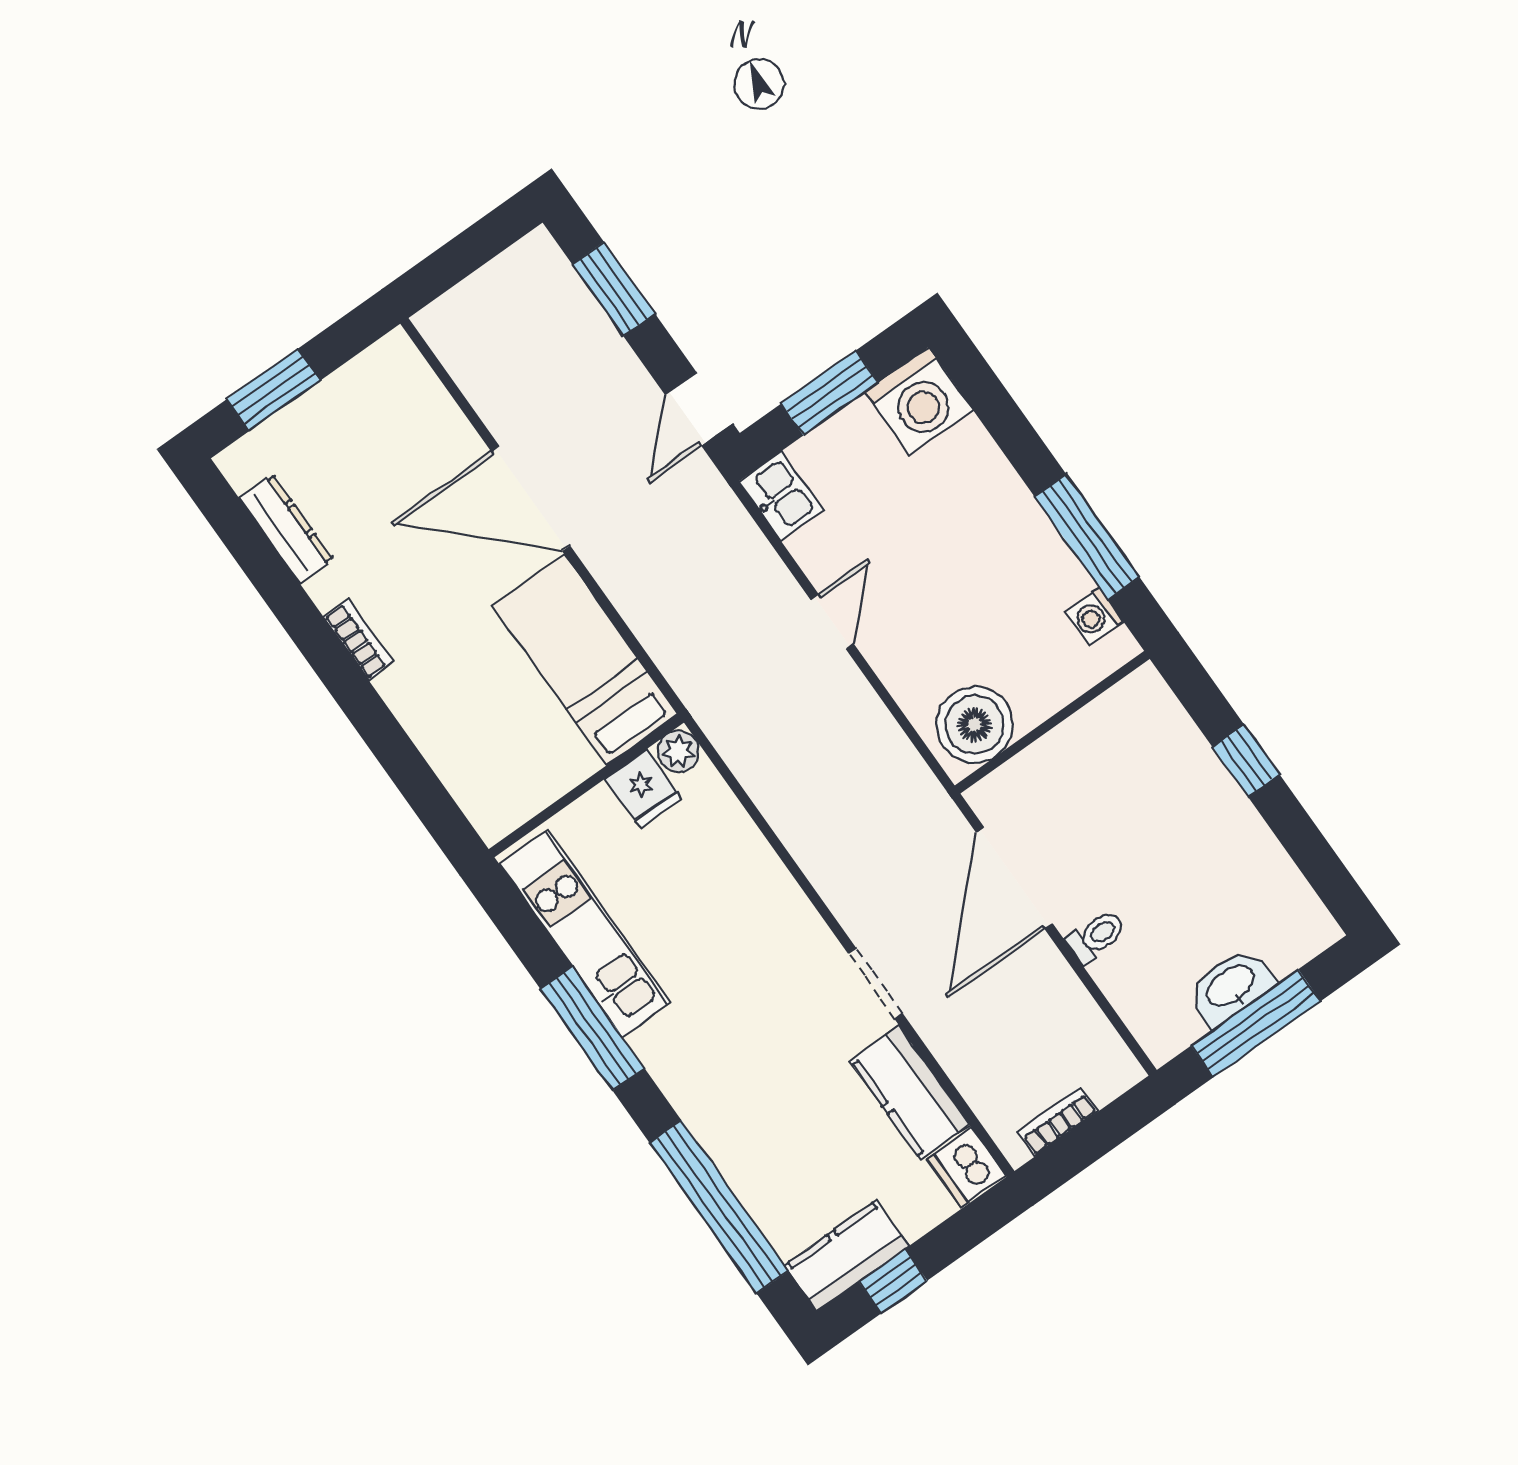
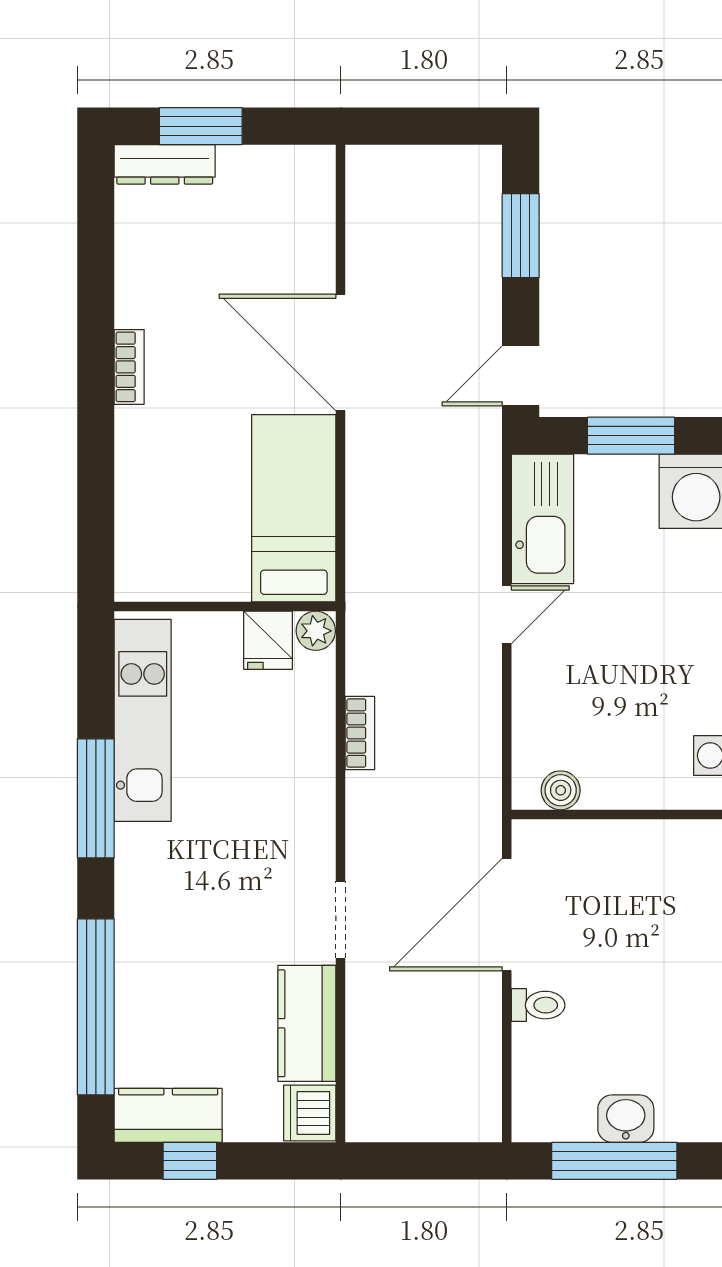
kitchen sink: (781, 496) -> (543, 519), width x1.88, depth x1.24
dresser: (286, 529) -> (165, 164), moved, turned 90
boiler: (975, 725) -> (561, 790), width x0.54, depth x0.54
washbasin: (1231, 987) -> (626, 1119), width x0.72
bookcase: (1058, 1122) -> (360, 733), moved, turned 90

